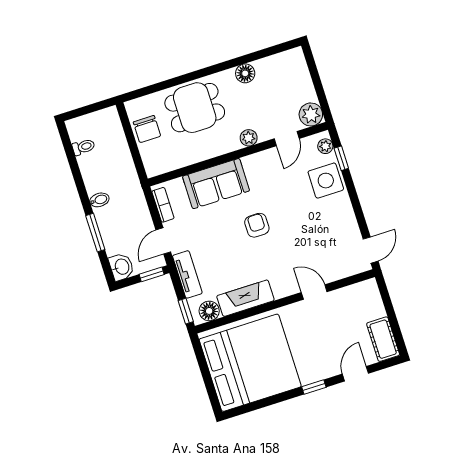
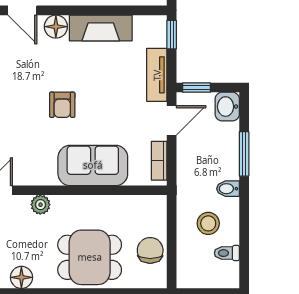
stool: (107, 166) -> (208, 223), added
floor lamp: (209, 311) -> (56, 27), moved

